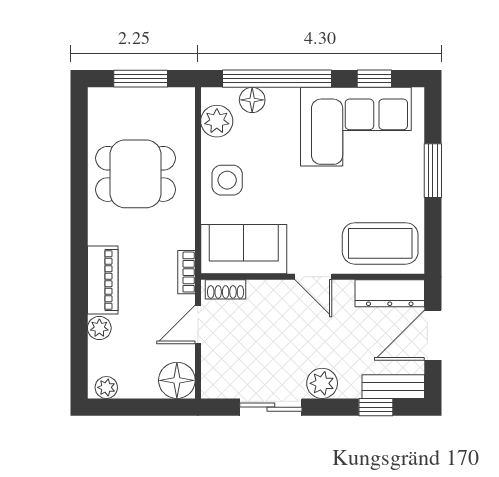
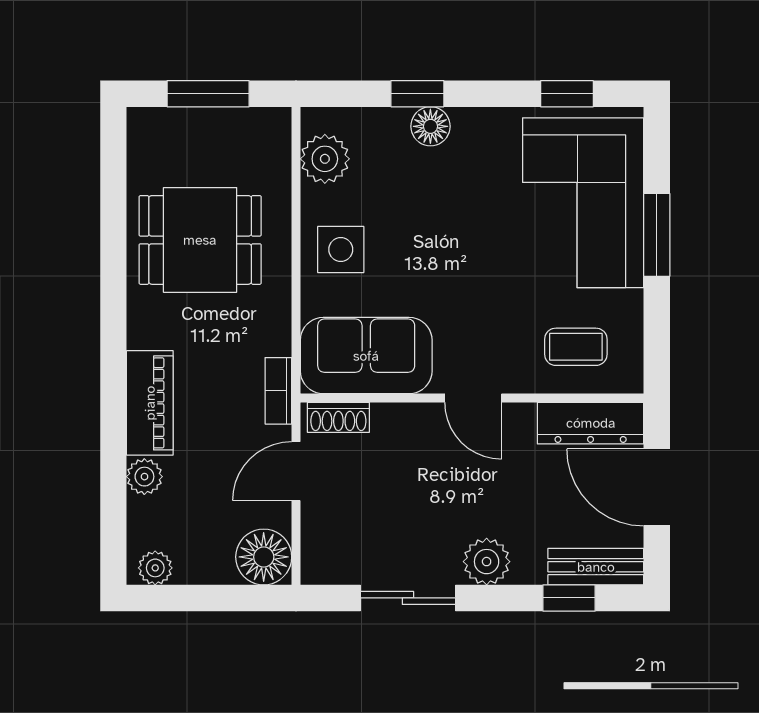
window: (277, 79) -> (417, 94), width x0.32
floor lamp: (252, 100) -> (430, 126), moved
corner sofa: (356, 127) -> (583, 203), moved, turned 90
coffee table: (380, 243) -> (576, 347), width x0.54, depth x0.58
door: (433, 335) -> (657, 487), hinge flipped

